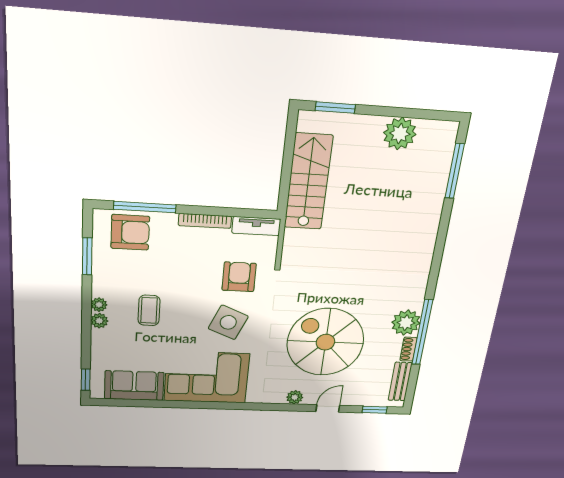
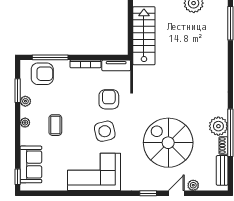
plant: (99, 321) -> (25, 101), moved
side table: (228, 322) -> (105, 131), turned -36
sofa: (134, 386) -> (31, 164), moved, turned 90
plant: (295, 397) -> (193, 185), moved
window: (375, 410) -> (148, 193), moved

